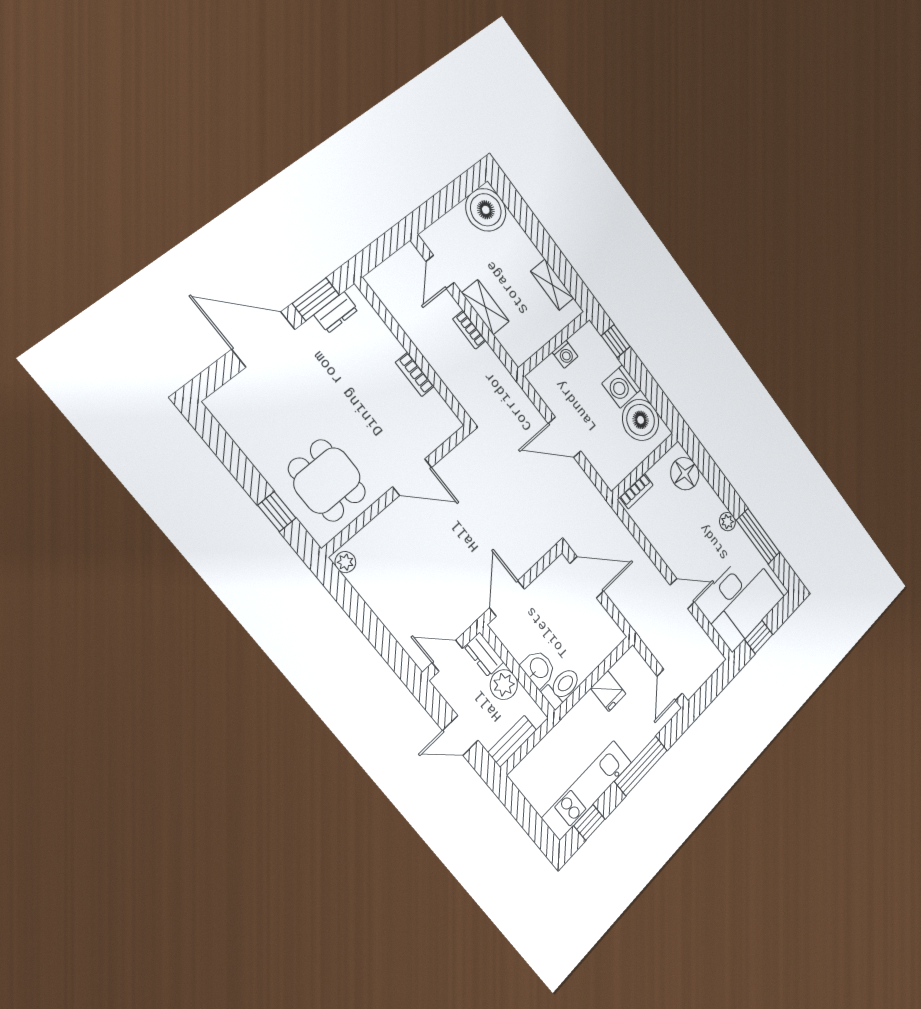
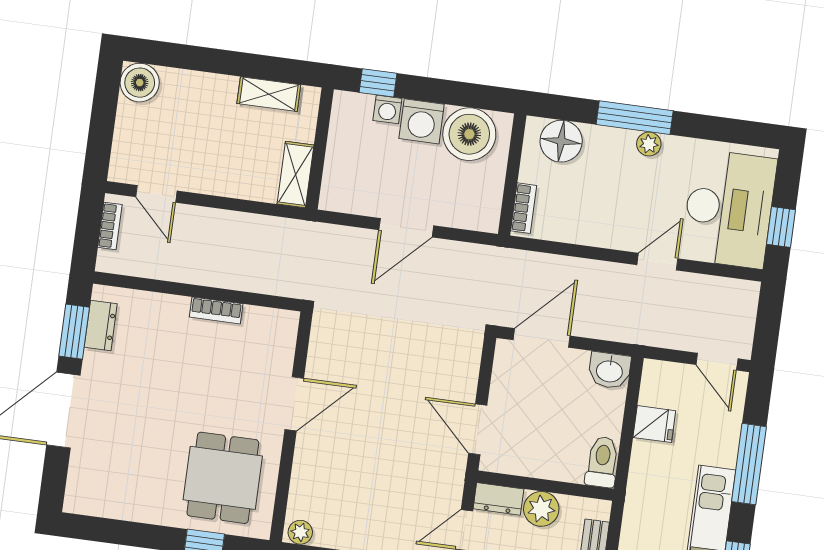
boiler: (486, 210) -> (140, 83), width x0.73, depth x0.73
shelving: (485, 307) -> (295, 175), moved, turned 90
bookcase: (469, 330) -> (110, 226), moved, turned -90
washing machine: (565, 354) -> (387, 109), moved, turned 90
dining table: (327, 480) -> (223, 478), turned 90
window: (758, 536) -> (635, 118), moved
washbasin: (539, 668) -> (610, 370), moved, turned 180

